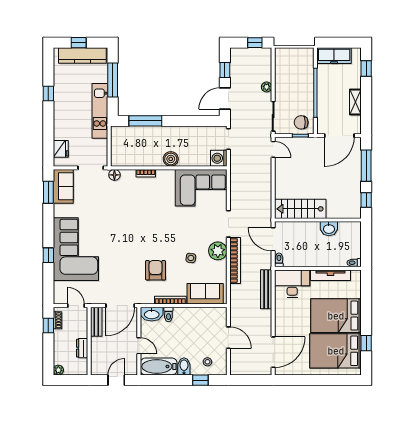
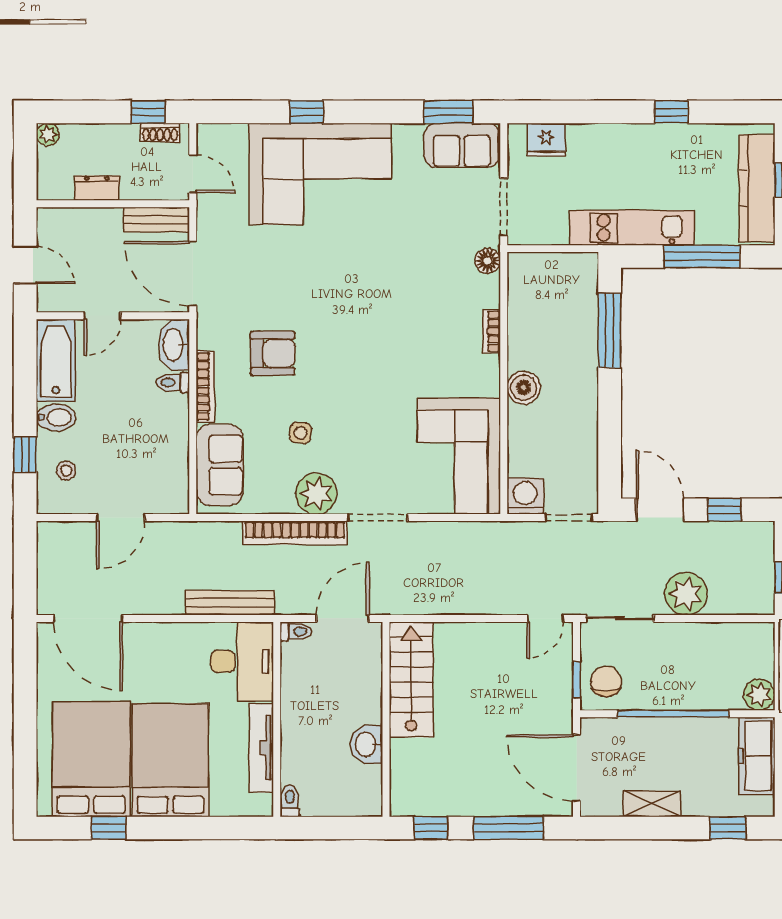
plant: (307, 54) -> (759, 695), added
plant: (267, 87) -> (686, 594), width x1.88, depth x1.88
door: (76, 306) -> (193, 174), hinge flipped

